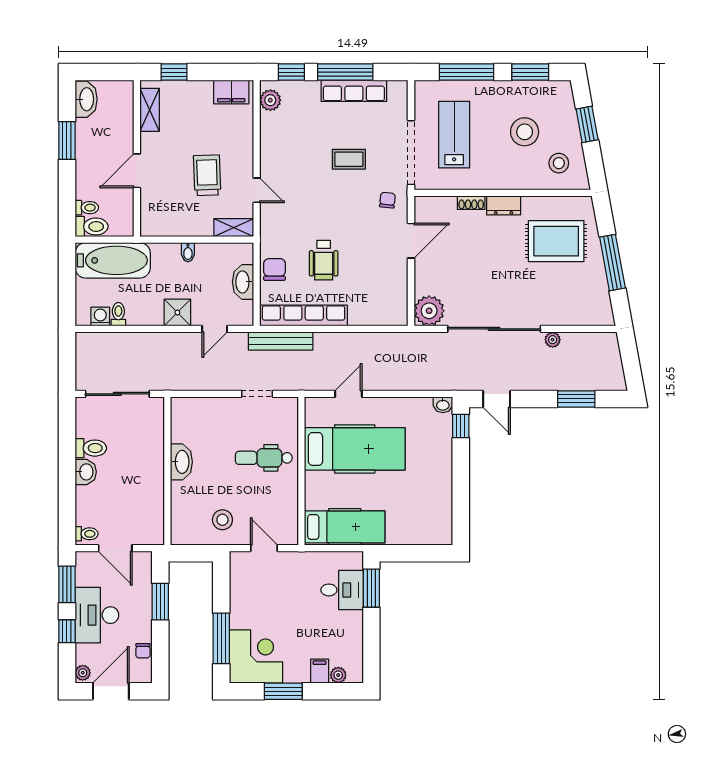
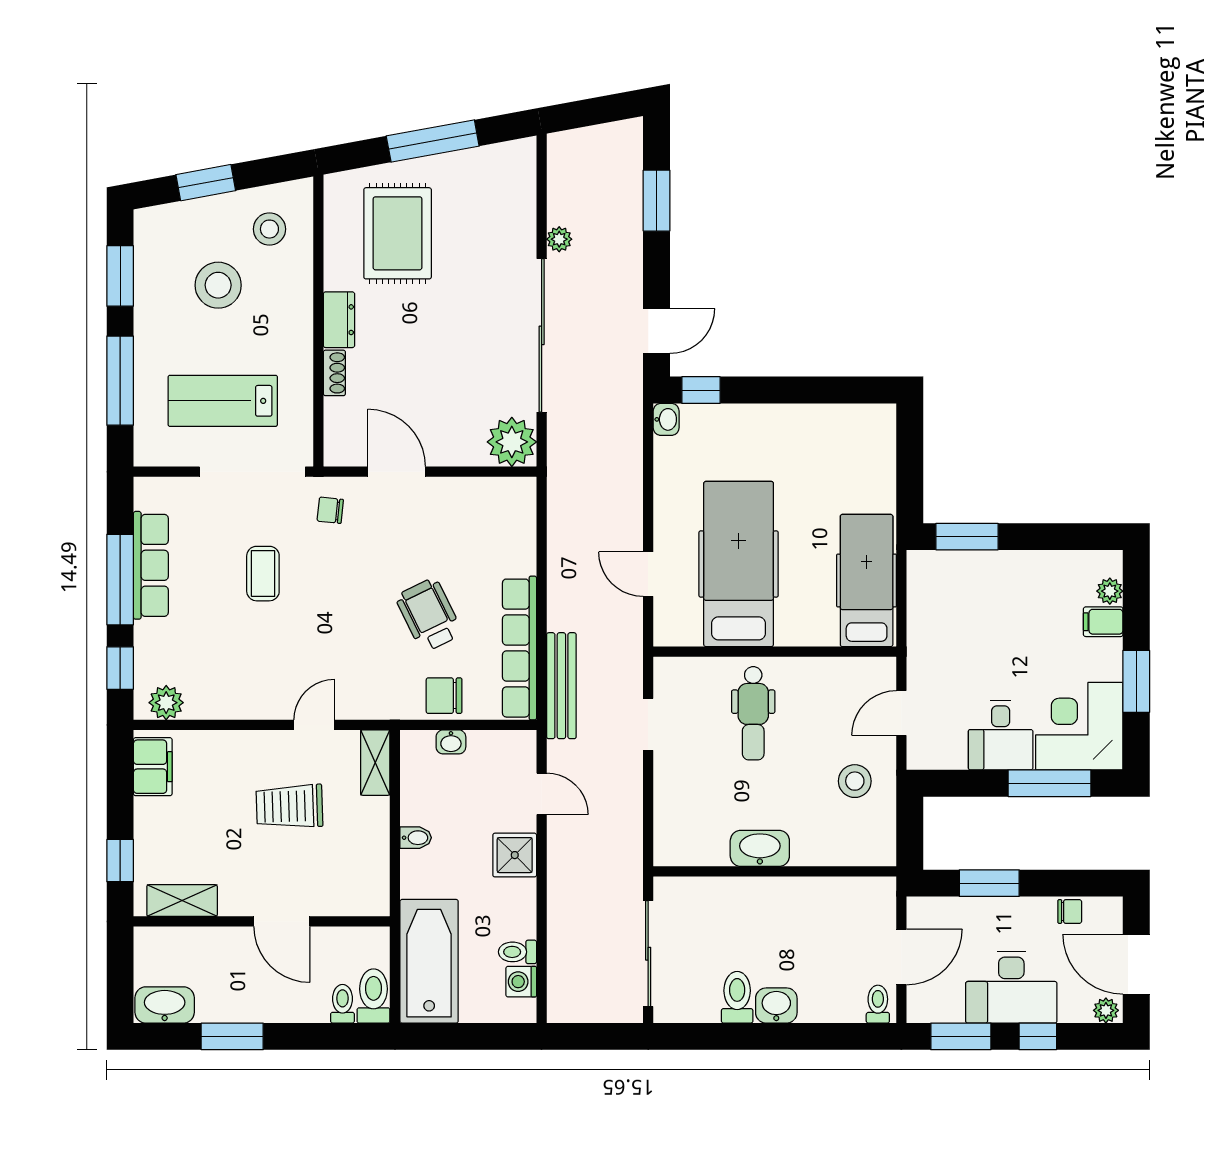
wheelchair: (324, 260) -> (429, 615), turned -116
washbasin: (243, 282) -> (451, 742), width x0.52, depth x0.69
desk: (342, 590) -> (1001, 735), moved, turned 180

